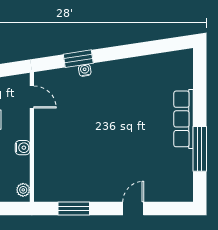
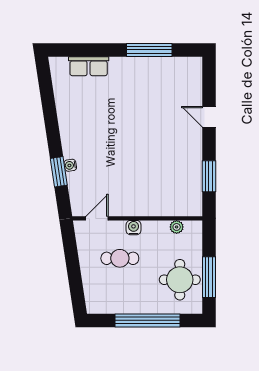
row of seats: (184, 119) -> (89, 66), moved, width x0.68
water cooler: (23, 148) -> (134, 228), moved
plant: (23, 190) -> (177, 227), moved

